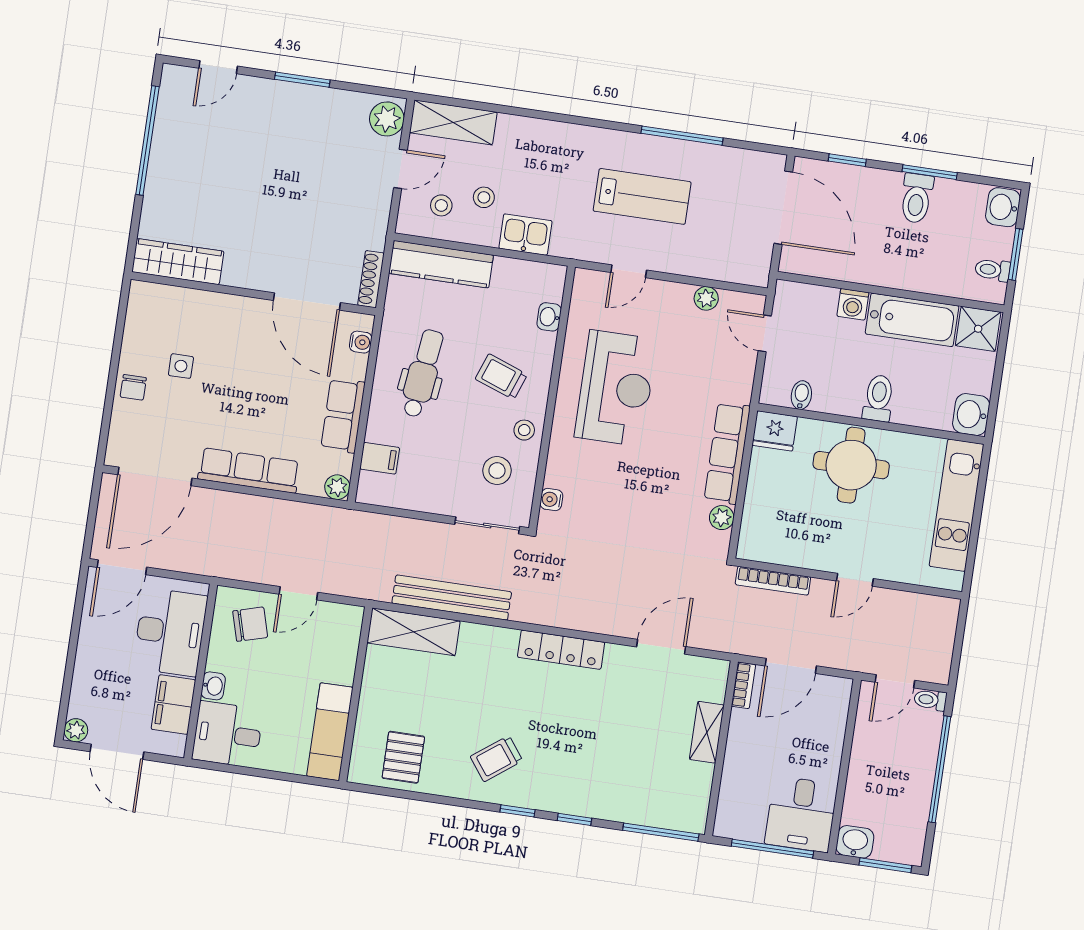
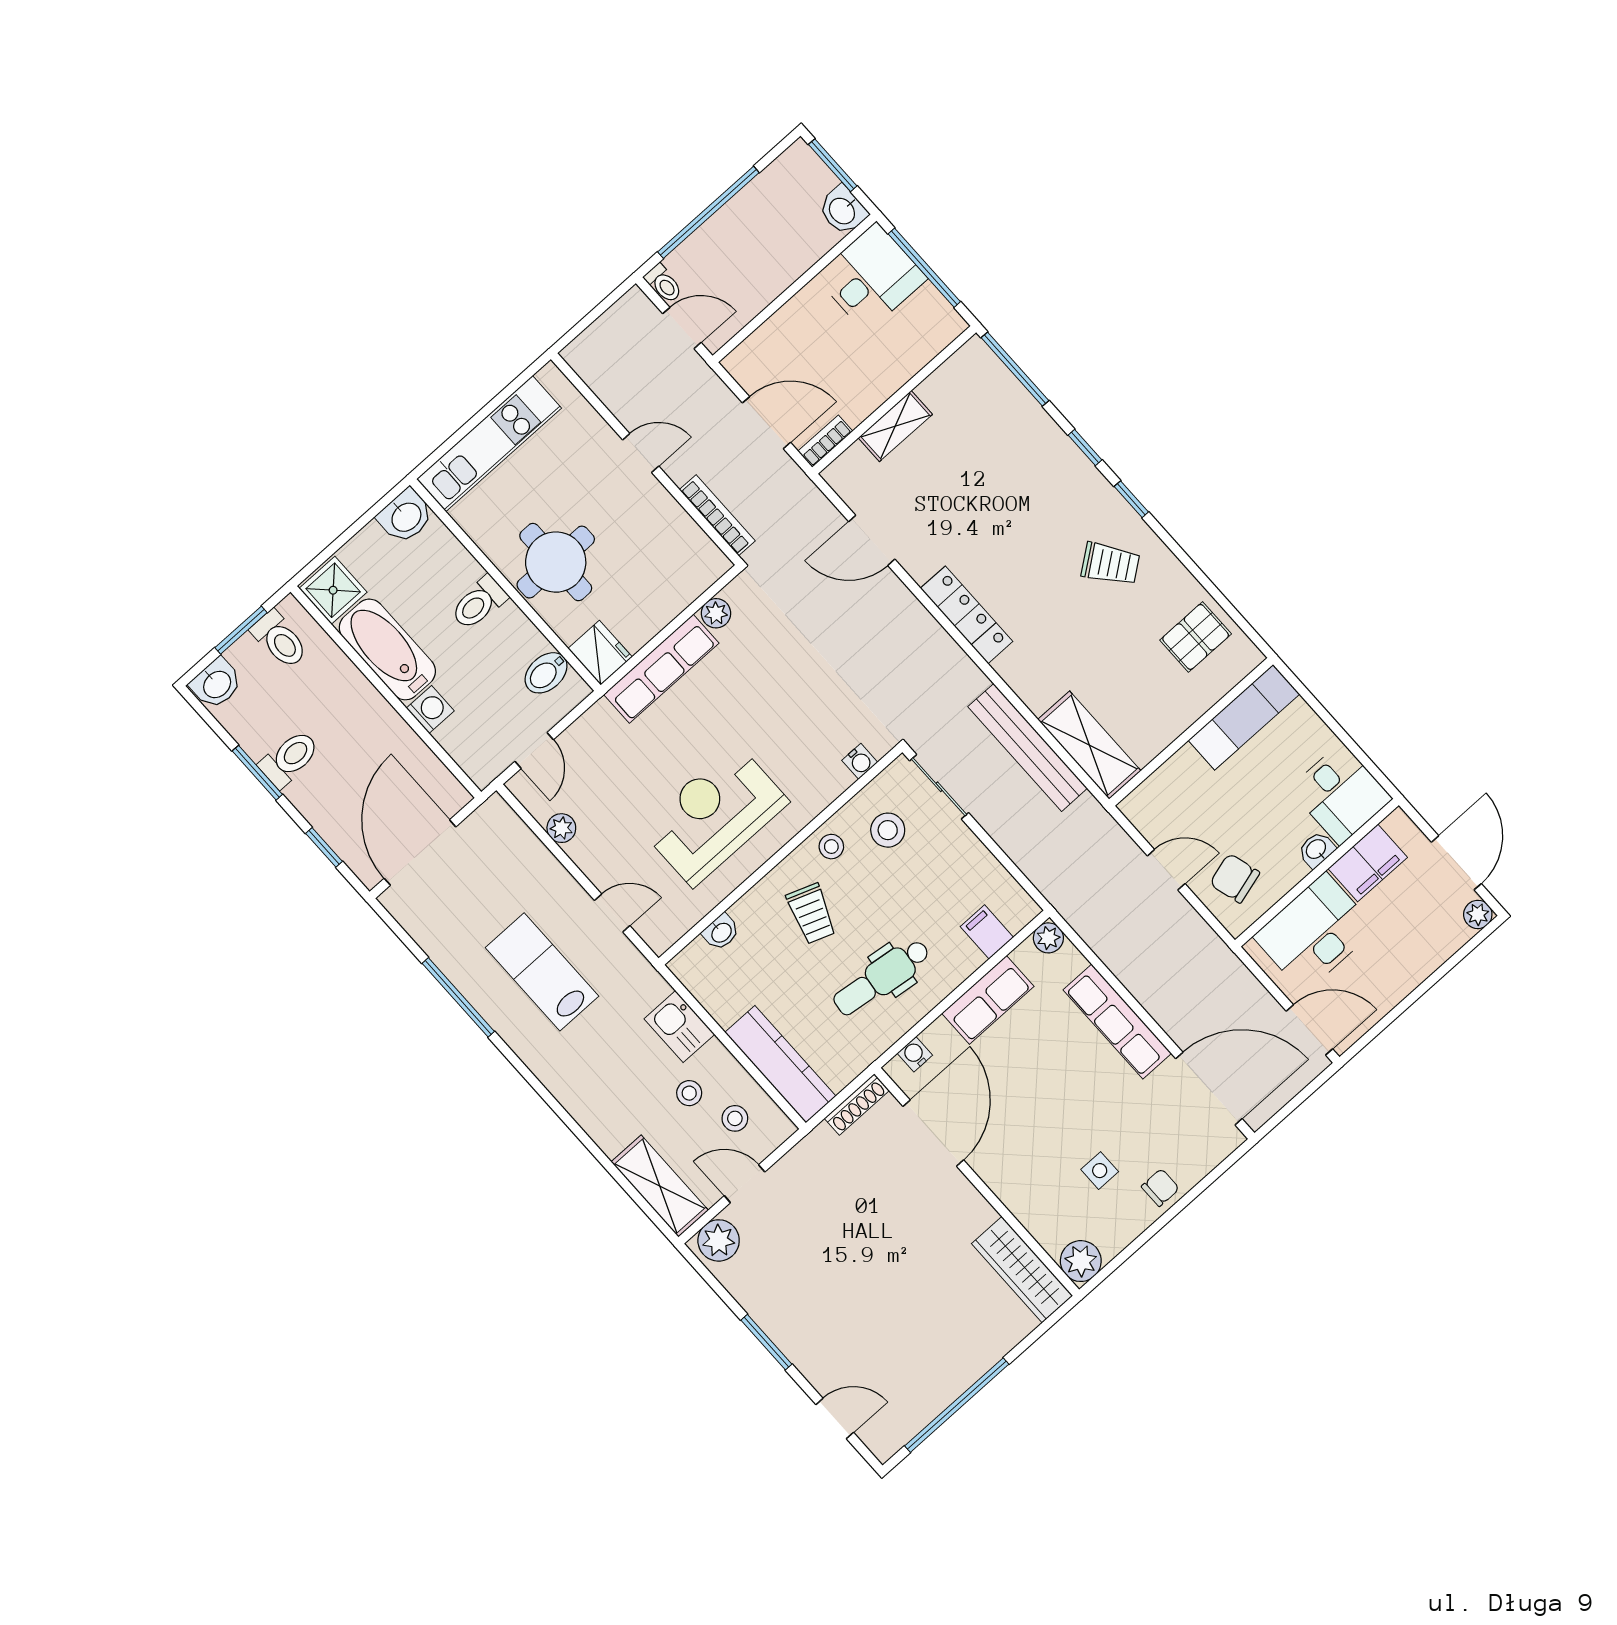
toilet: (993, 270) -> (280, 640), width x1.37, depth x1.39
plant: (145, 298) -> (1081, 1261), added
bidet: (801, 395) -> (546, 673), width x1.38, depth x1.36

